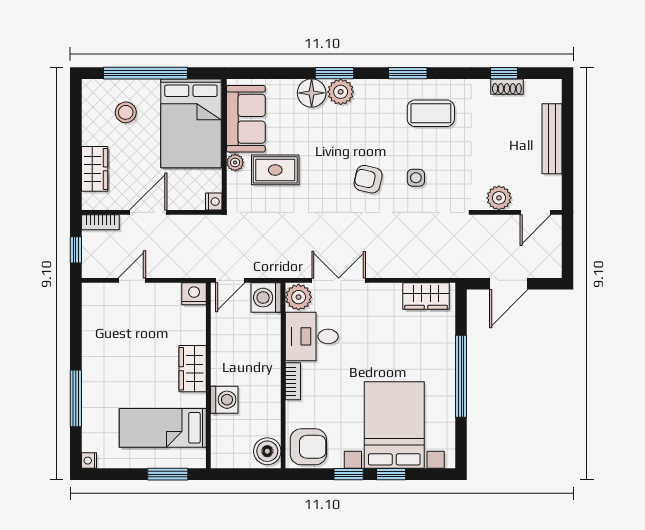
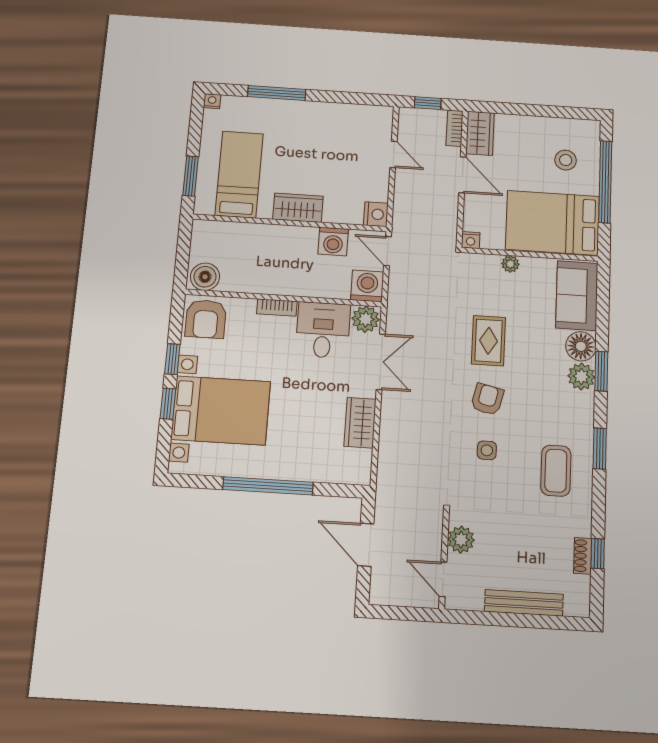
sofa: (246, 119) -> (577, 296), moved, turned 90
wardrobe: (95, 169) -> (480, 133), moved, turned -90
rug: (275, 170) -> (489, 341), moved
wardrobe: (426, 296) -> (360, 423), moved
washing machine: (224, 400) -> (333, 242), moved

